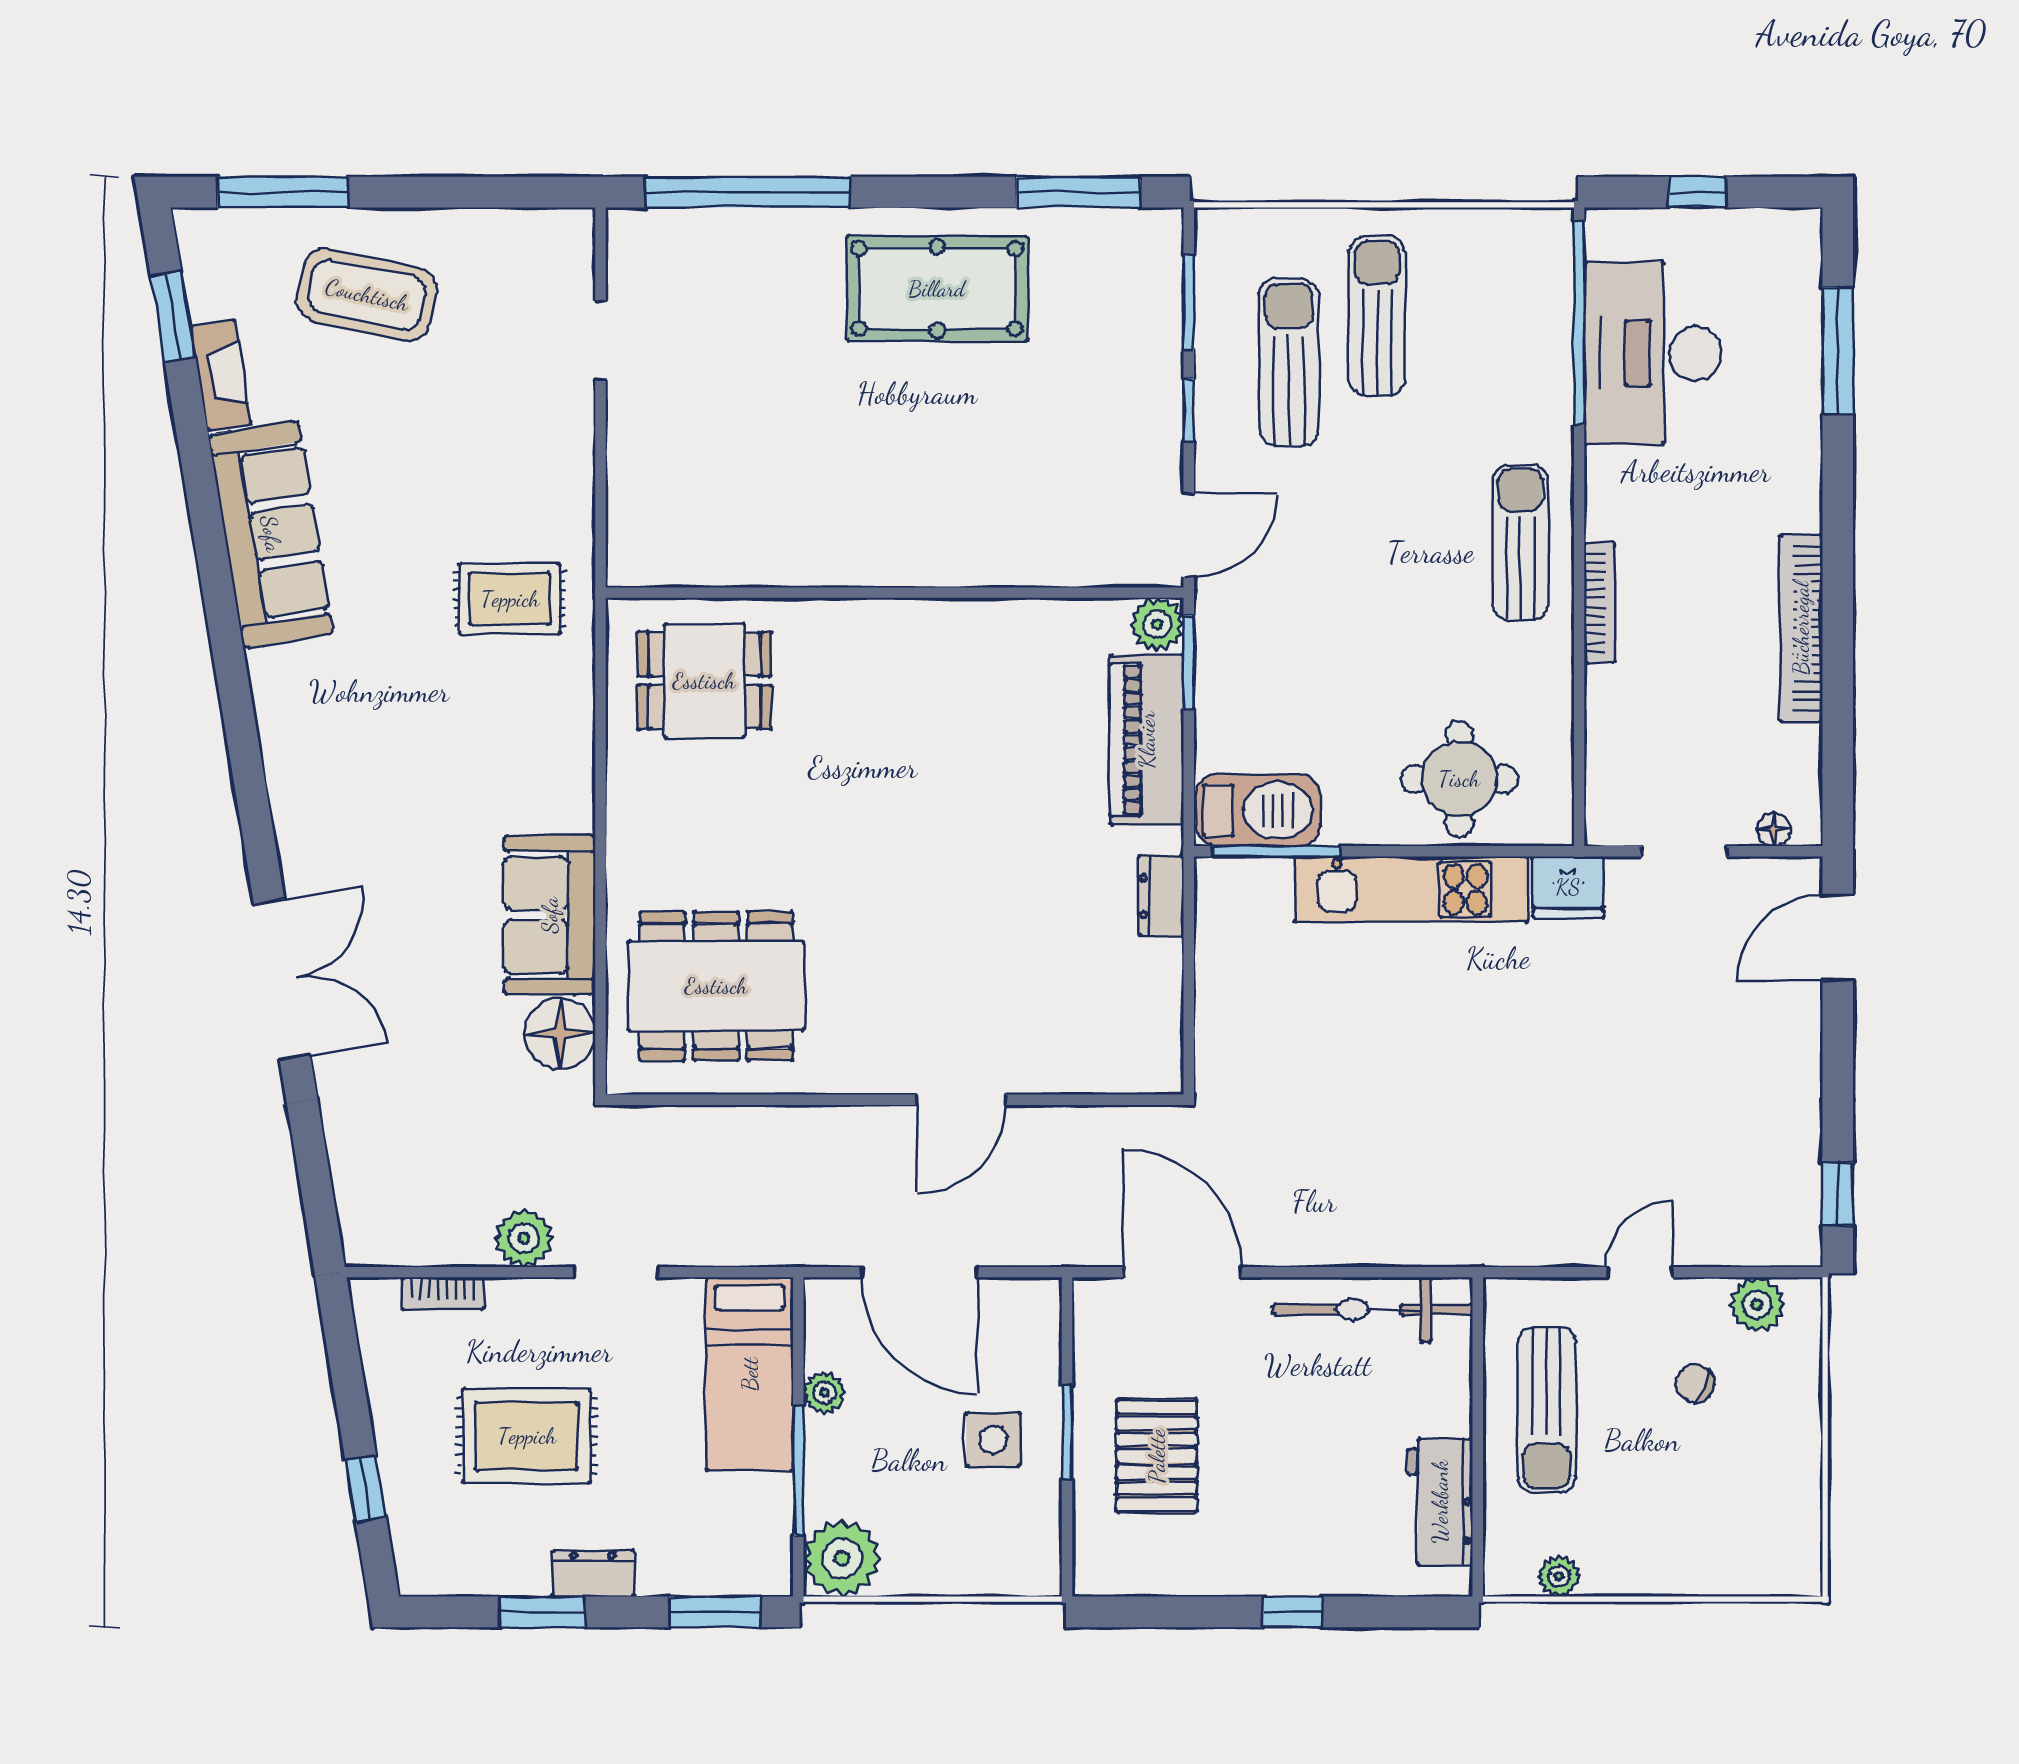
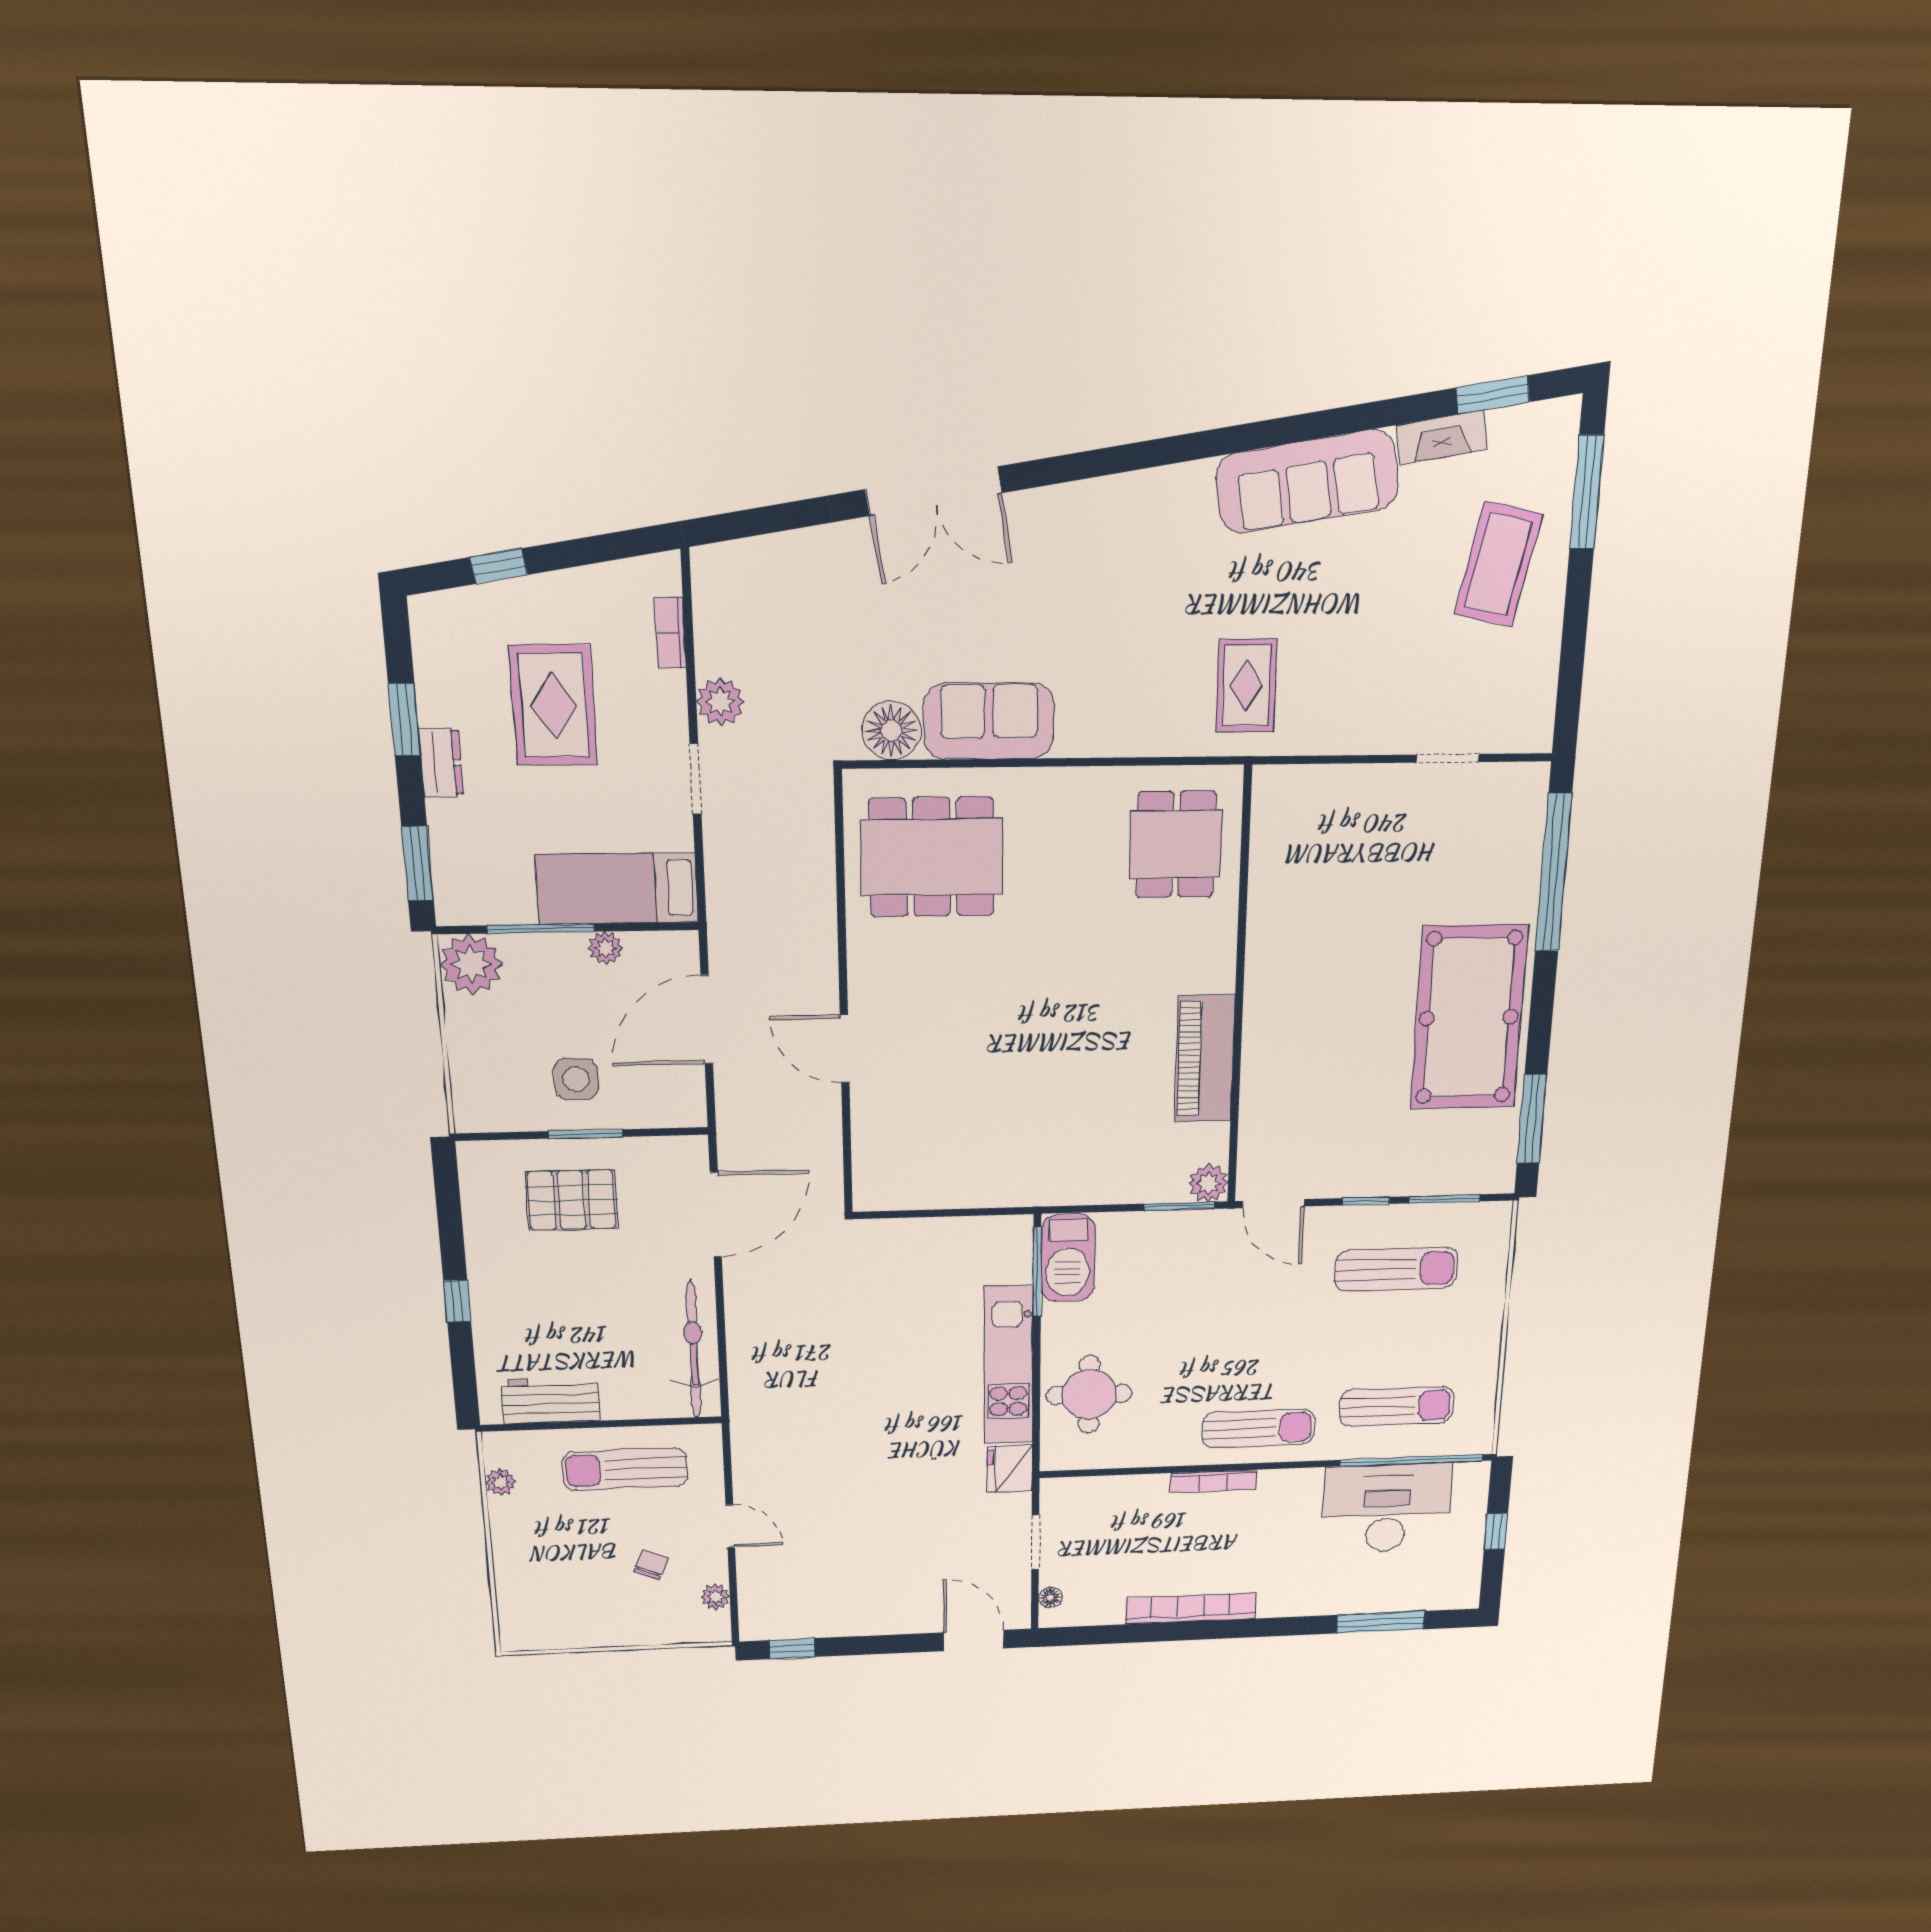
pool table: (937, 289) -> (1469, 1018), width x1.36, depth x1.32
sun lounger: (1377, 316) -> (1397, 1406), moved
piano: (1147, 740) -> (1205, 1058), moved, turned -90
dresser: (1161, 896) -> (1004, 1192), removed
dining table: (716, 986) -> (932, 857), turned 90
plant: (1757, 1305) -> (715, 1597), width x0.73, depth x0.73

